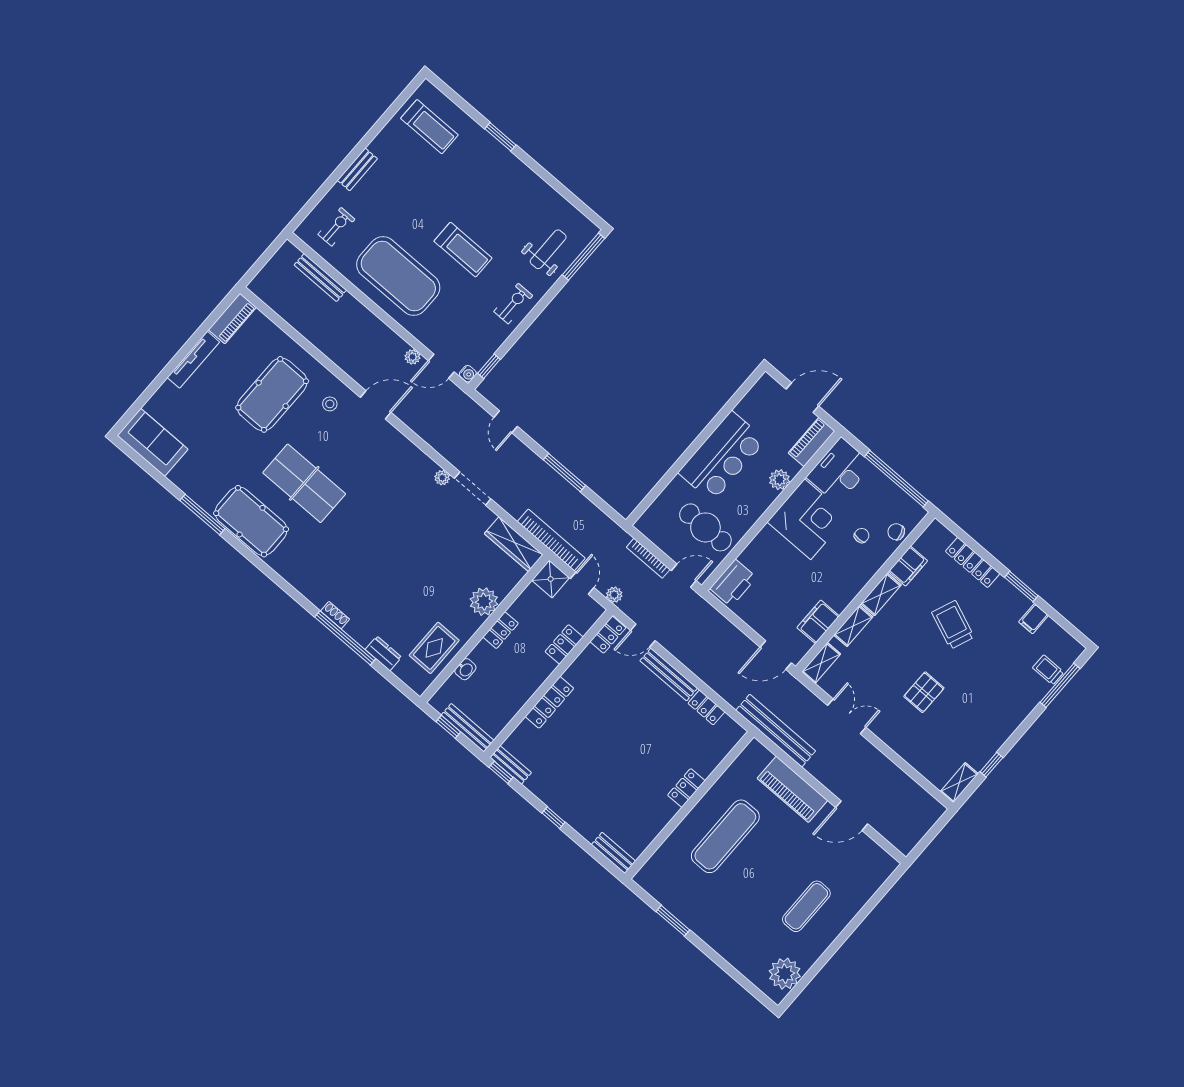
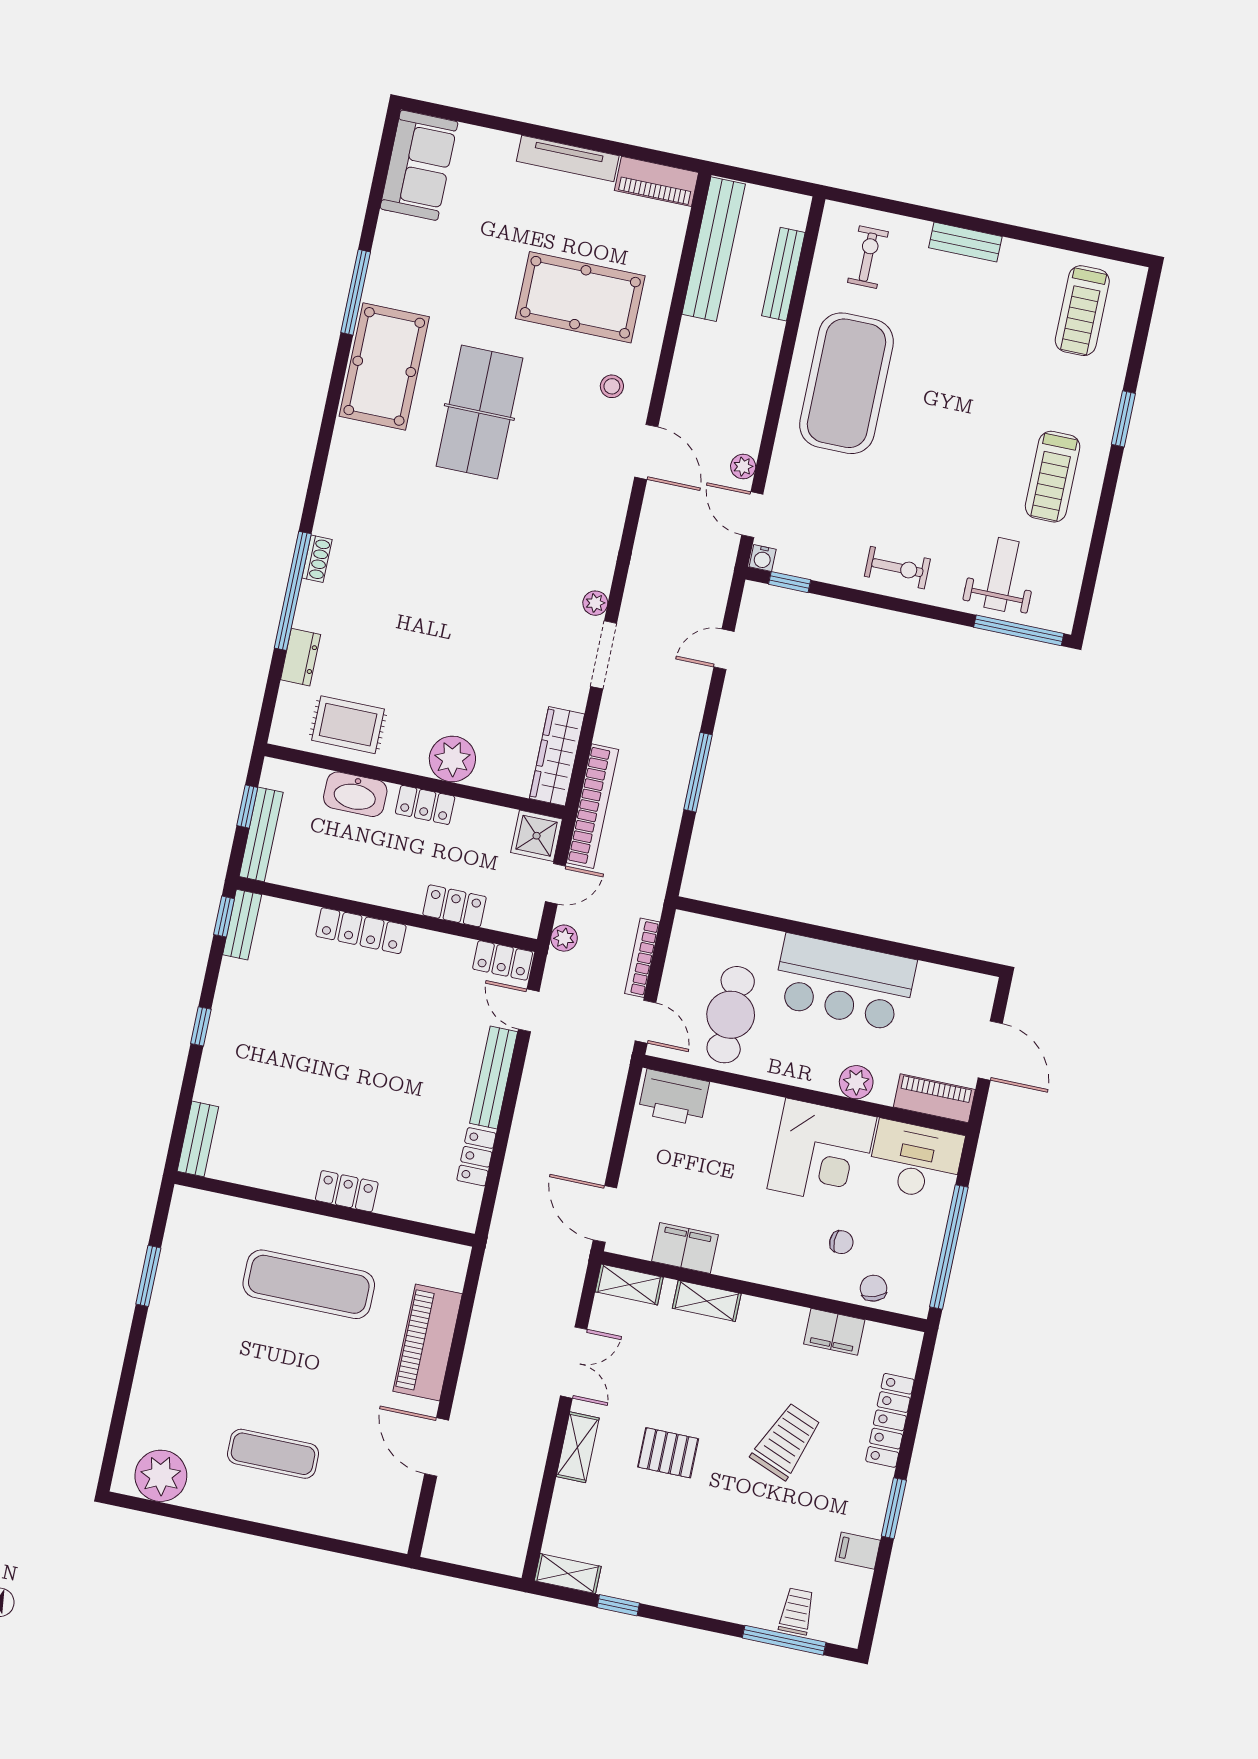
exercise bike: (336, 227) -> (868, 257), turned -90
weight bench: (548, 249) -> (1002, 574), turned -90
treadmill: (463, 250) -> (1053, 477), moved
shelving: (881, 594) -> (578, 1447), moved, turned 90
washbasin: (465, 669) -> (355, 794), width x1.91, depth x1.45
bench: (776, 731) -> (714, 249), moved

